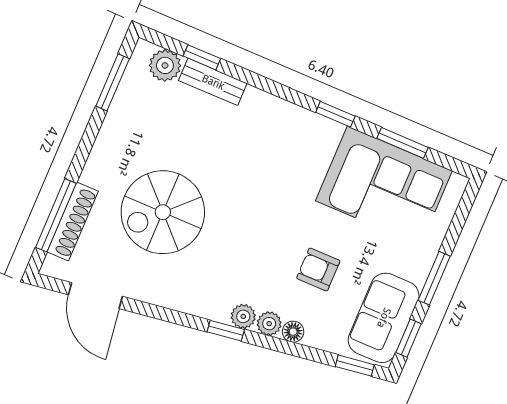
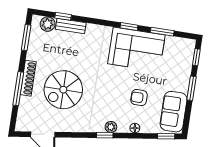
corner sofa: (384, 186) -> (136, 49), moved
window: (56, 215) -> (18, 89), moved
shoe rack: (73, 221) -> (28, 78), moved
plant: (269, 324) -> (123, 127), removed
window: (409, 338) -> (196, 57), moved

